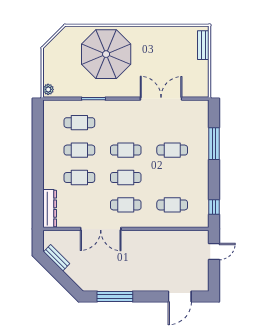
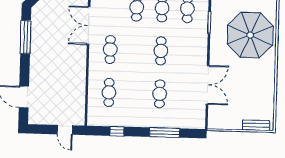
cafe table: (126, 177) -> (136, 50), removed
window: (214, 207) -> (117, 131), moved

